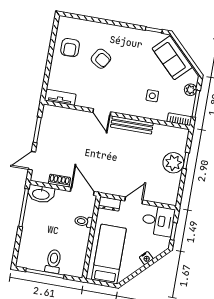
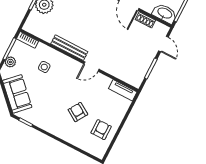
door: (102, 112) -> (91, 67), swing flipped
door: (32, 161) -> (163, 44), hinge flipped

